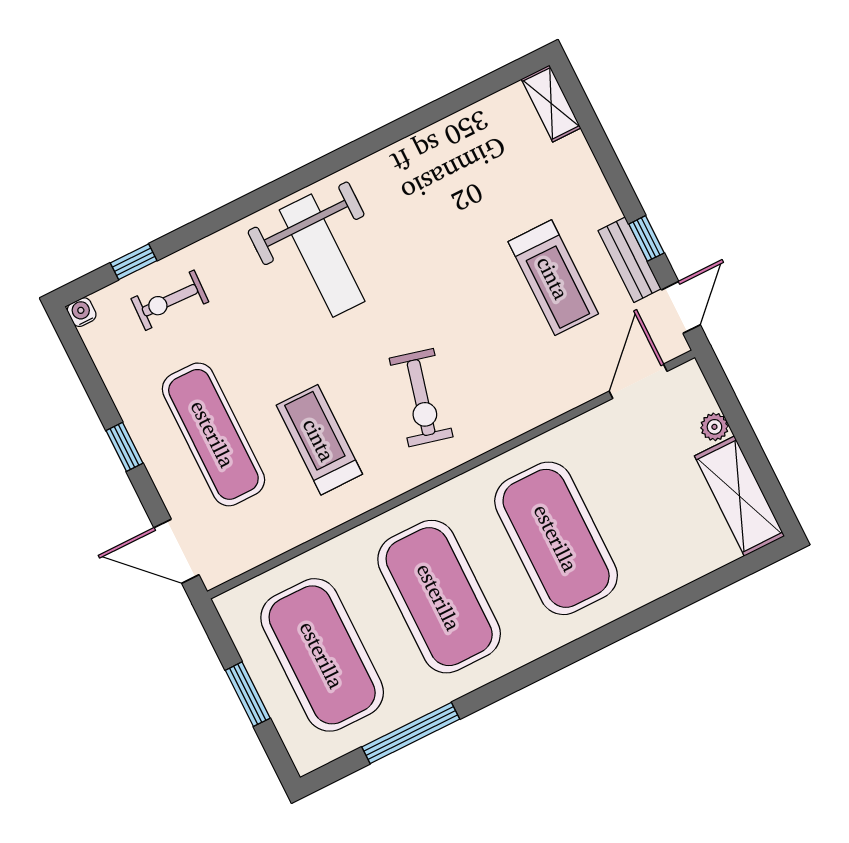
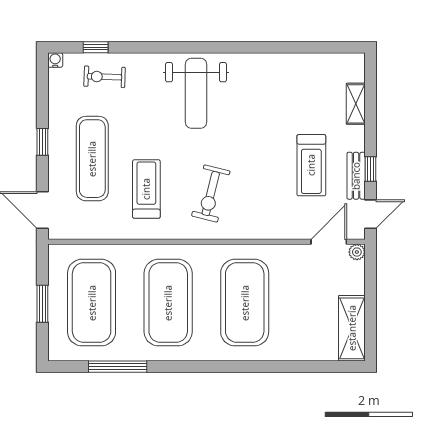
shelving: (551, 103) -> (356, 104), moved
plant: (714, 427) -> (357, 252), moved

